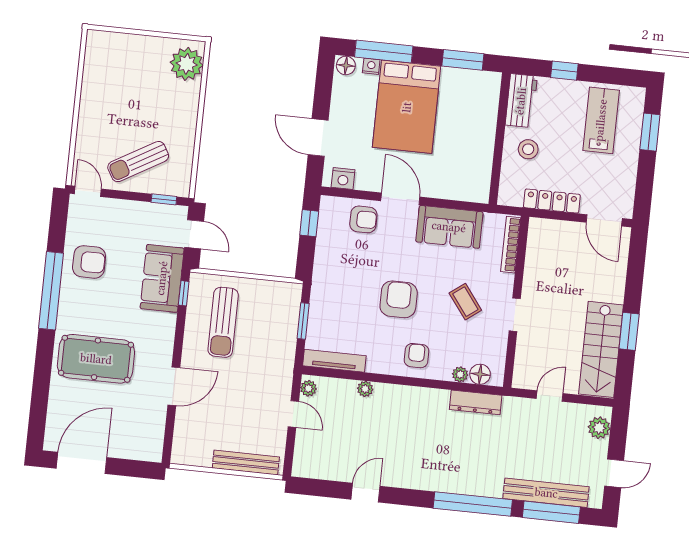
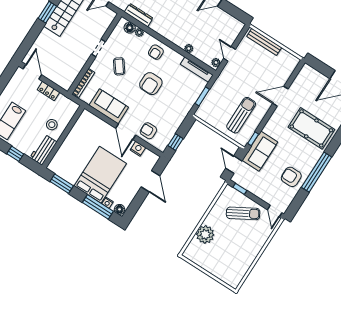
plant: (187, 64) -> (205, 234), moved
nightstand: (343, 179) -> (138, 149), moved
locker: (552, 201) -> (48, 91), width x0.66

